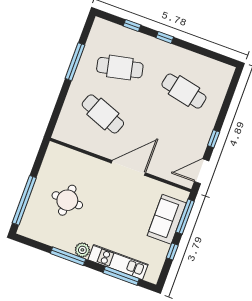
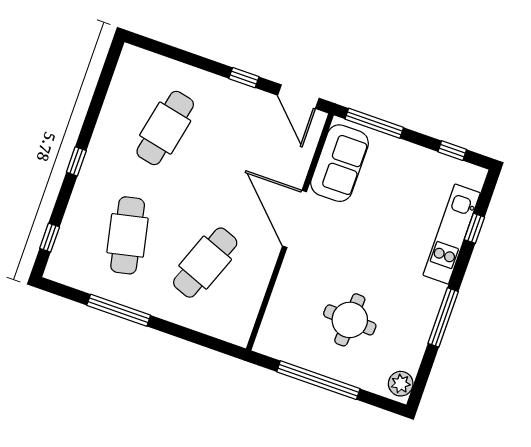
window: (132, 25) -> (50, 238), moved
window: (24, 200) -> (318, 380), moved
sofa: (167, 219) -> (340, 163), moved, turned -90
plant: (82, 250) -> (401, 384), moved
window: (172, 252) -> (452, 151), moved
window: (121, 276) -> (474, 228), width x0.46

